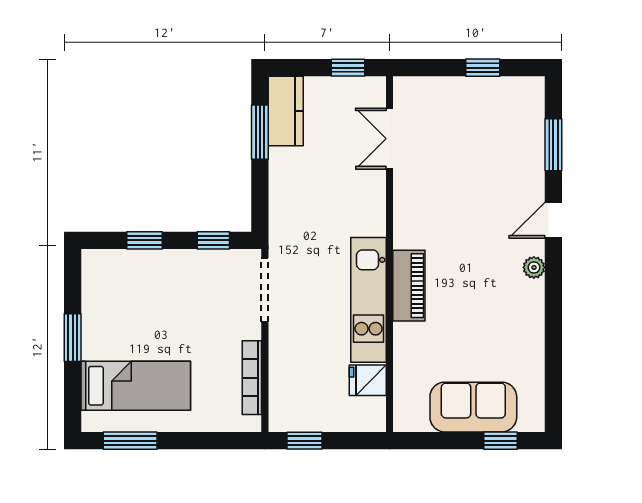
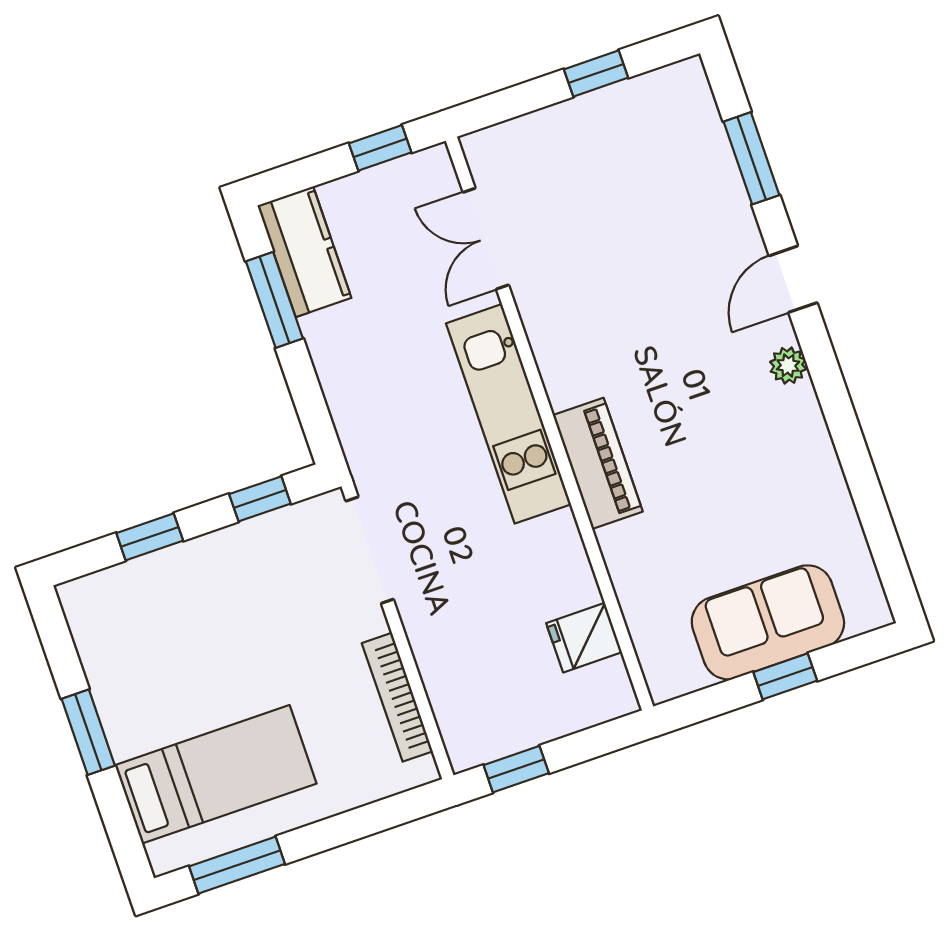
kitchen unit: (369, 300) -> (508, 414), moved
window: (501, 441) -> (785, 676), moved

